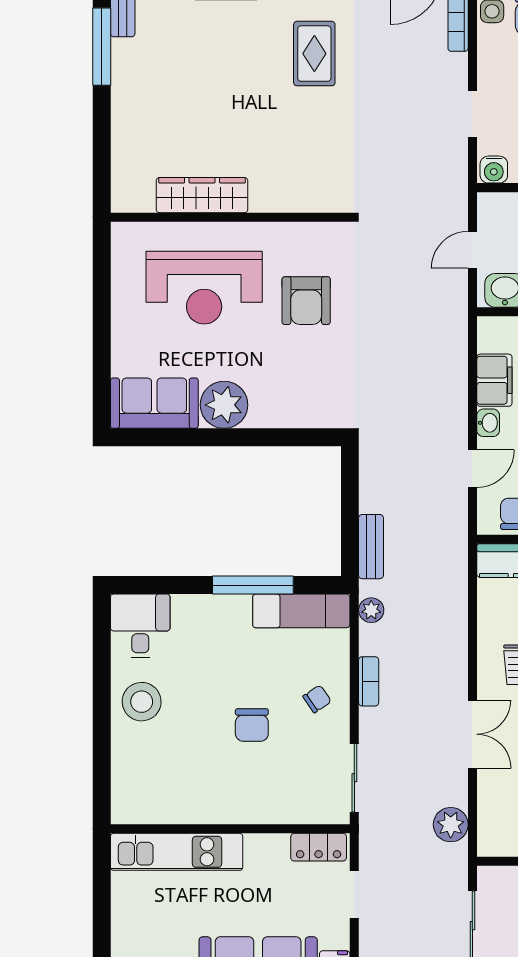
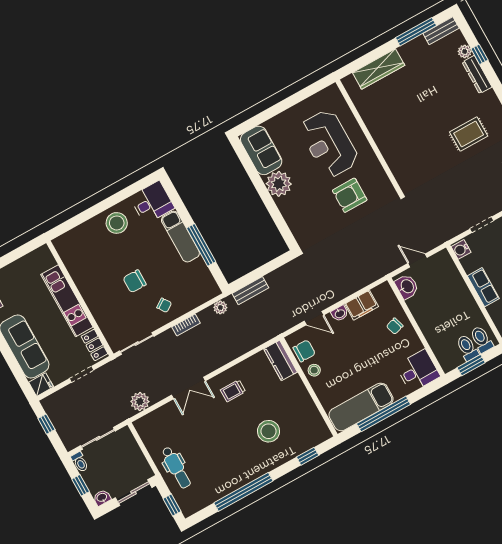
wardrobe: (202, 195) -> (379, 69), moved, turned 90
exam couch: (301, 611) -> (180, 237), moved
kitchen unit: (177, 852) -> (67, 301), moved

